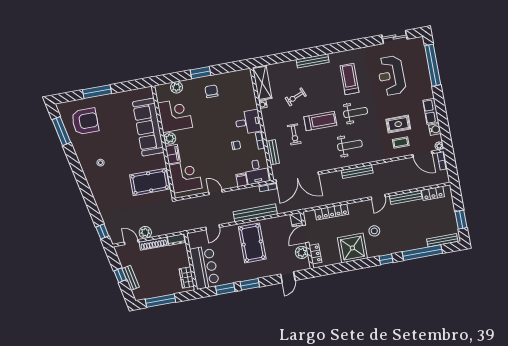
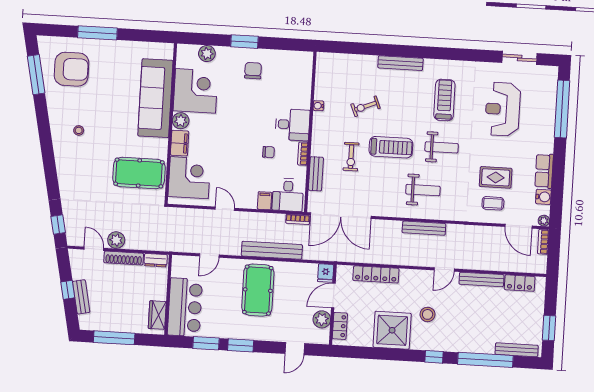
shelving: (262, 83) -> (325, 76), removed

